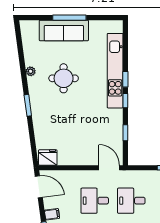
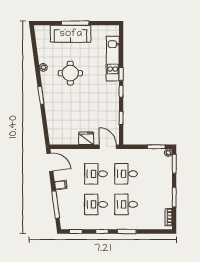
kitchen unit: (115, 71) -> (113, 59), width x0.73
fridge: (48, 157) -> (86, 138), moved

